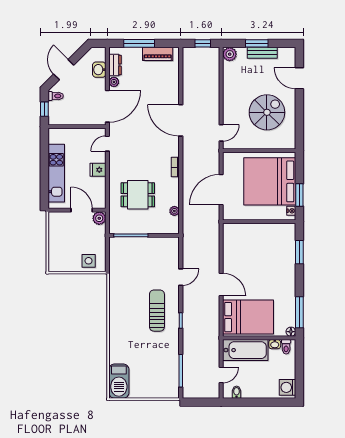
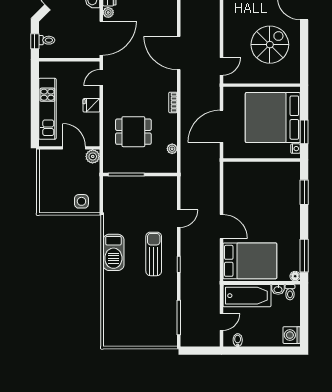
toilet: (56, 96) -> (47, 40), moved
barbecue: (119, 381) -> (113, 252), moved

